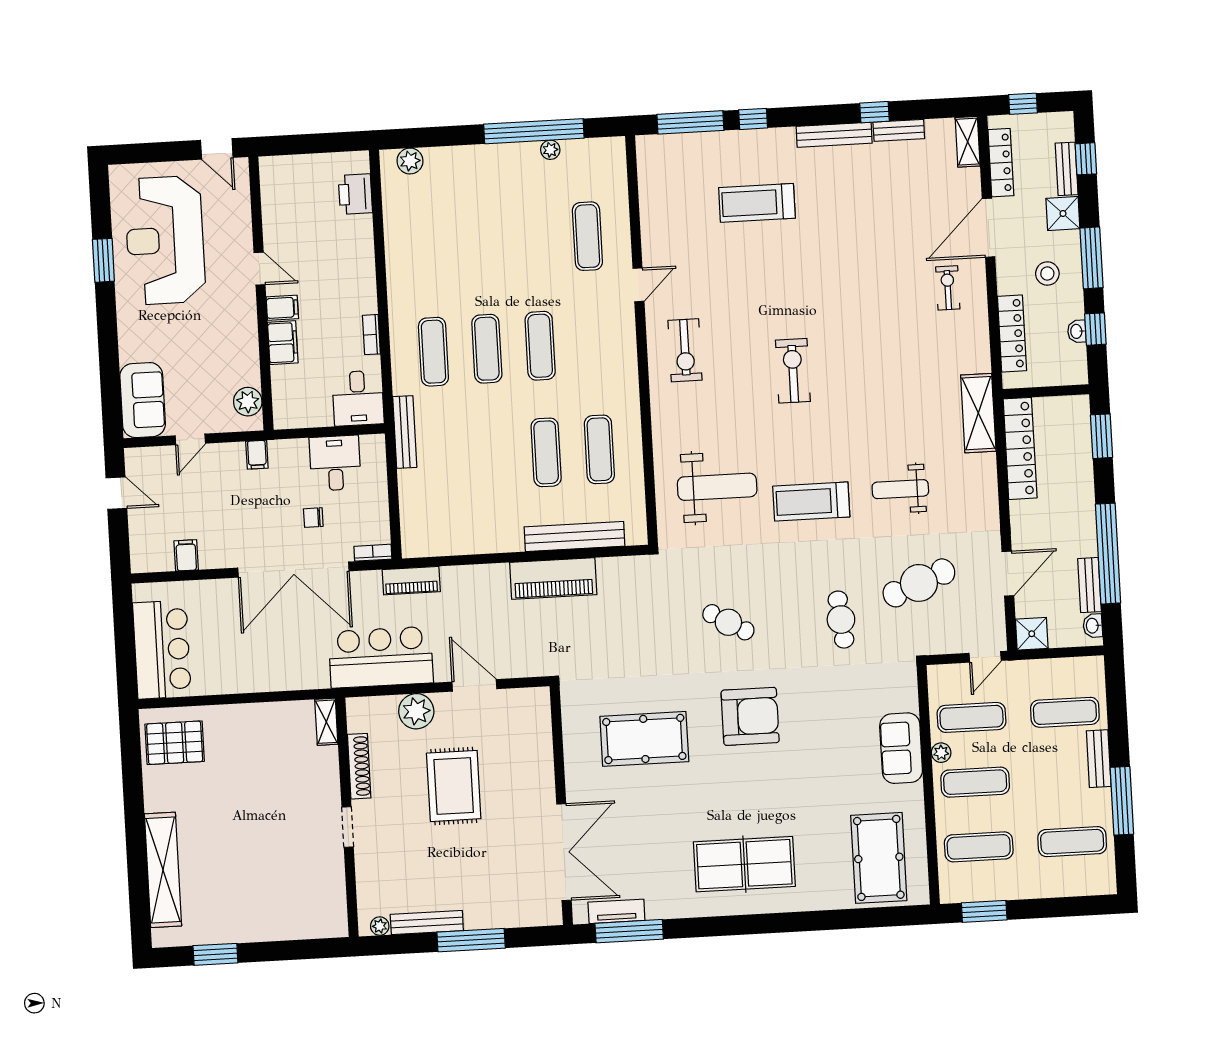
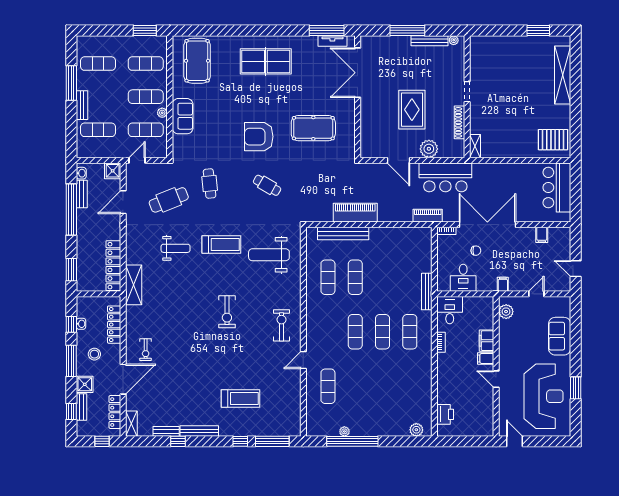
sofa: (143, 400) -> (560, 336), moved

